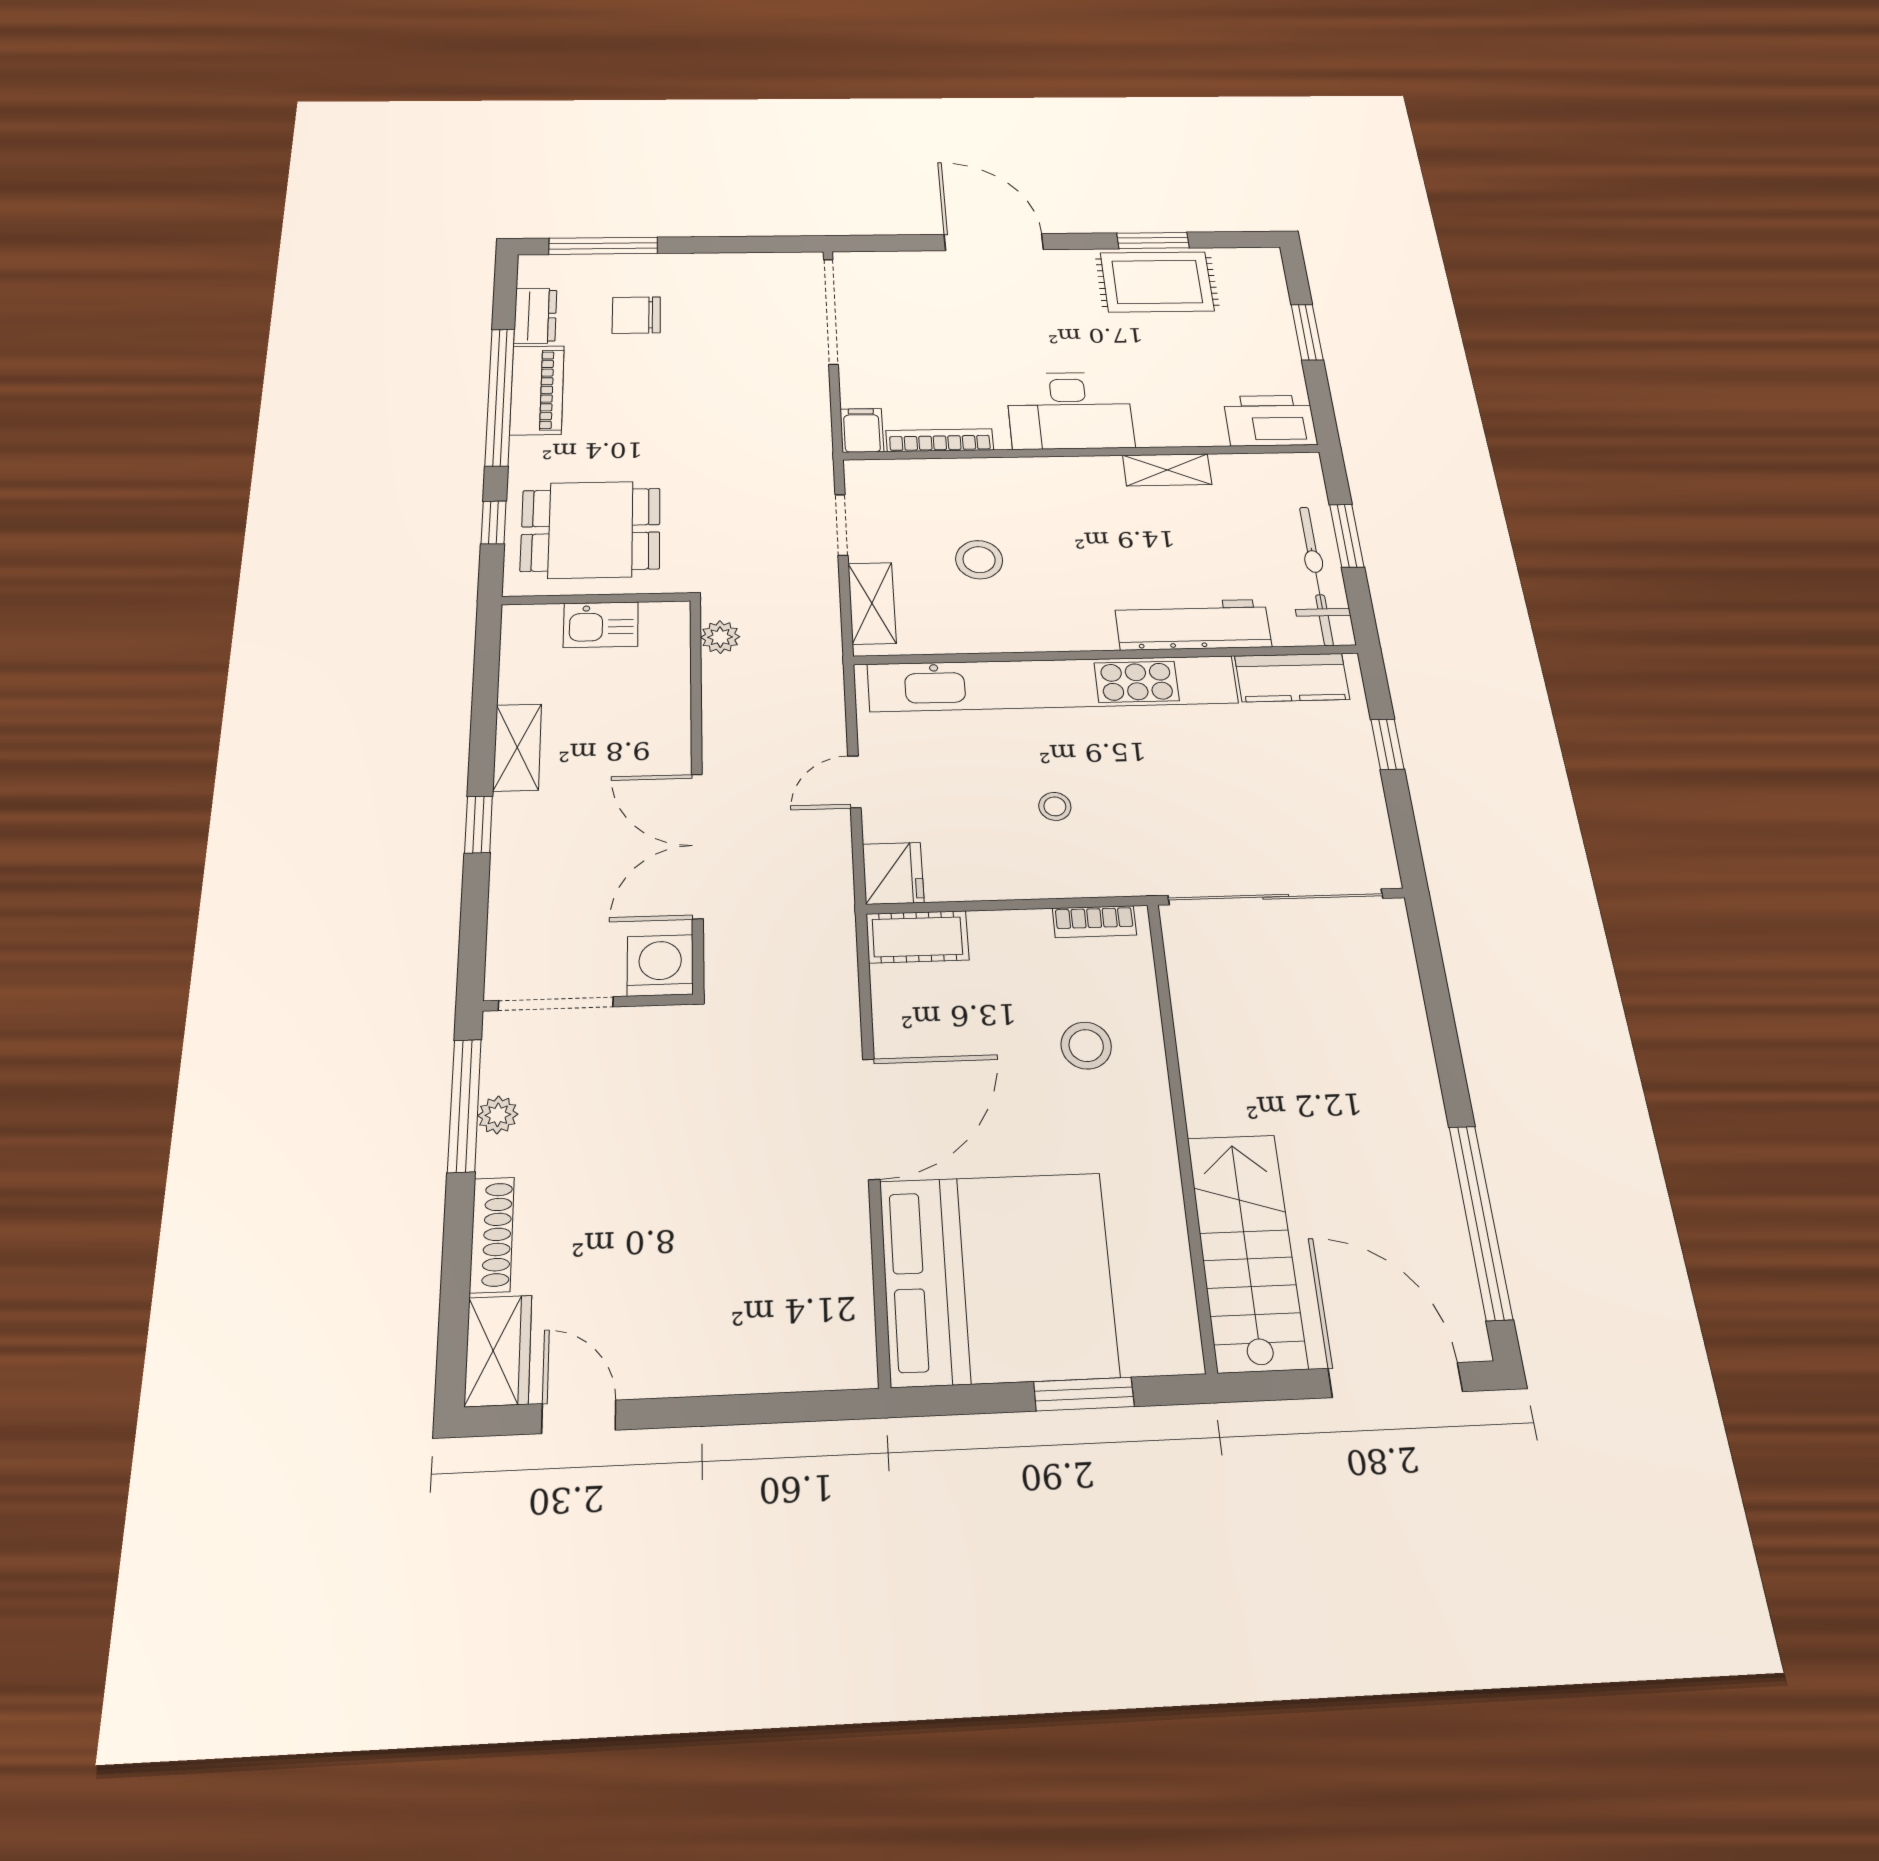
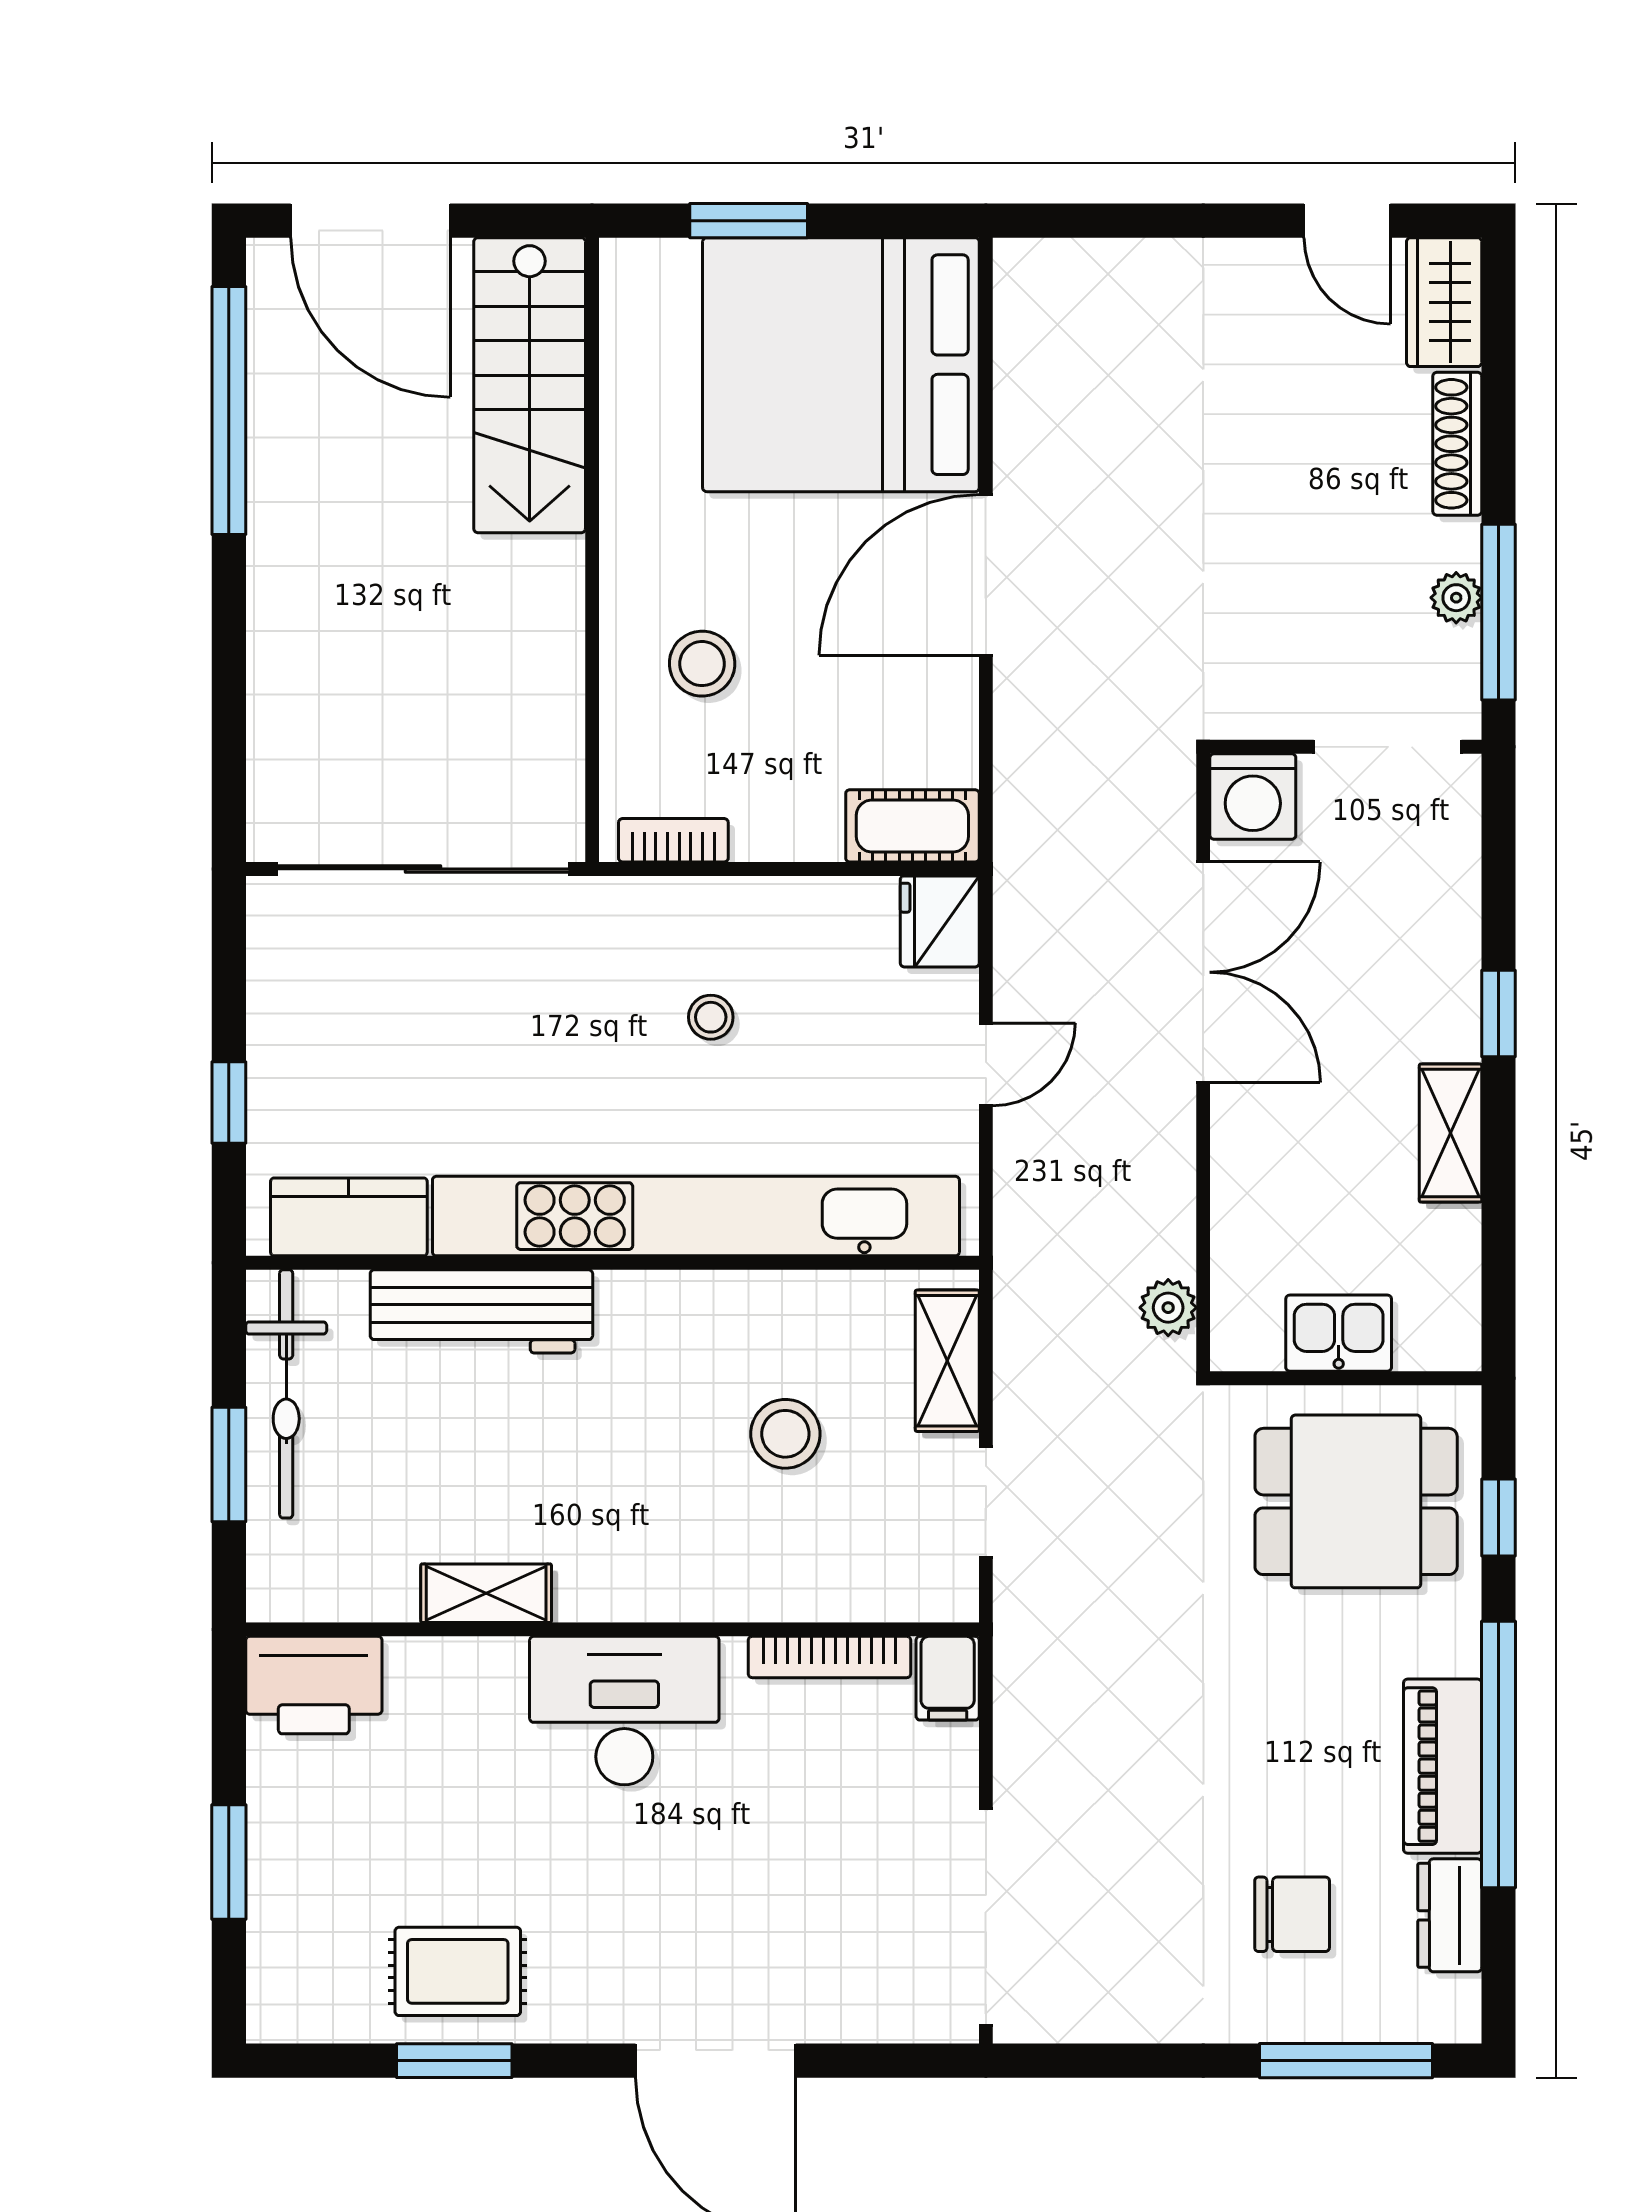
rug: (1157, 282) -> (458, 1971), width x0.73, depth x0.70

